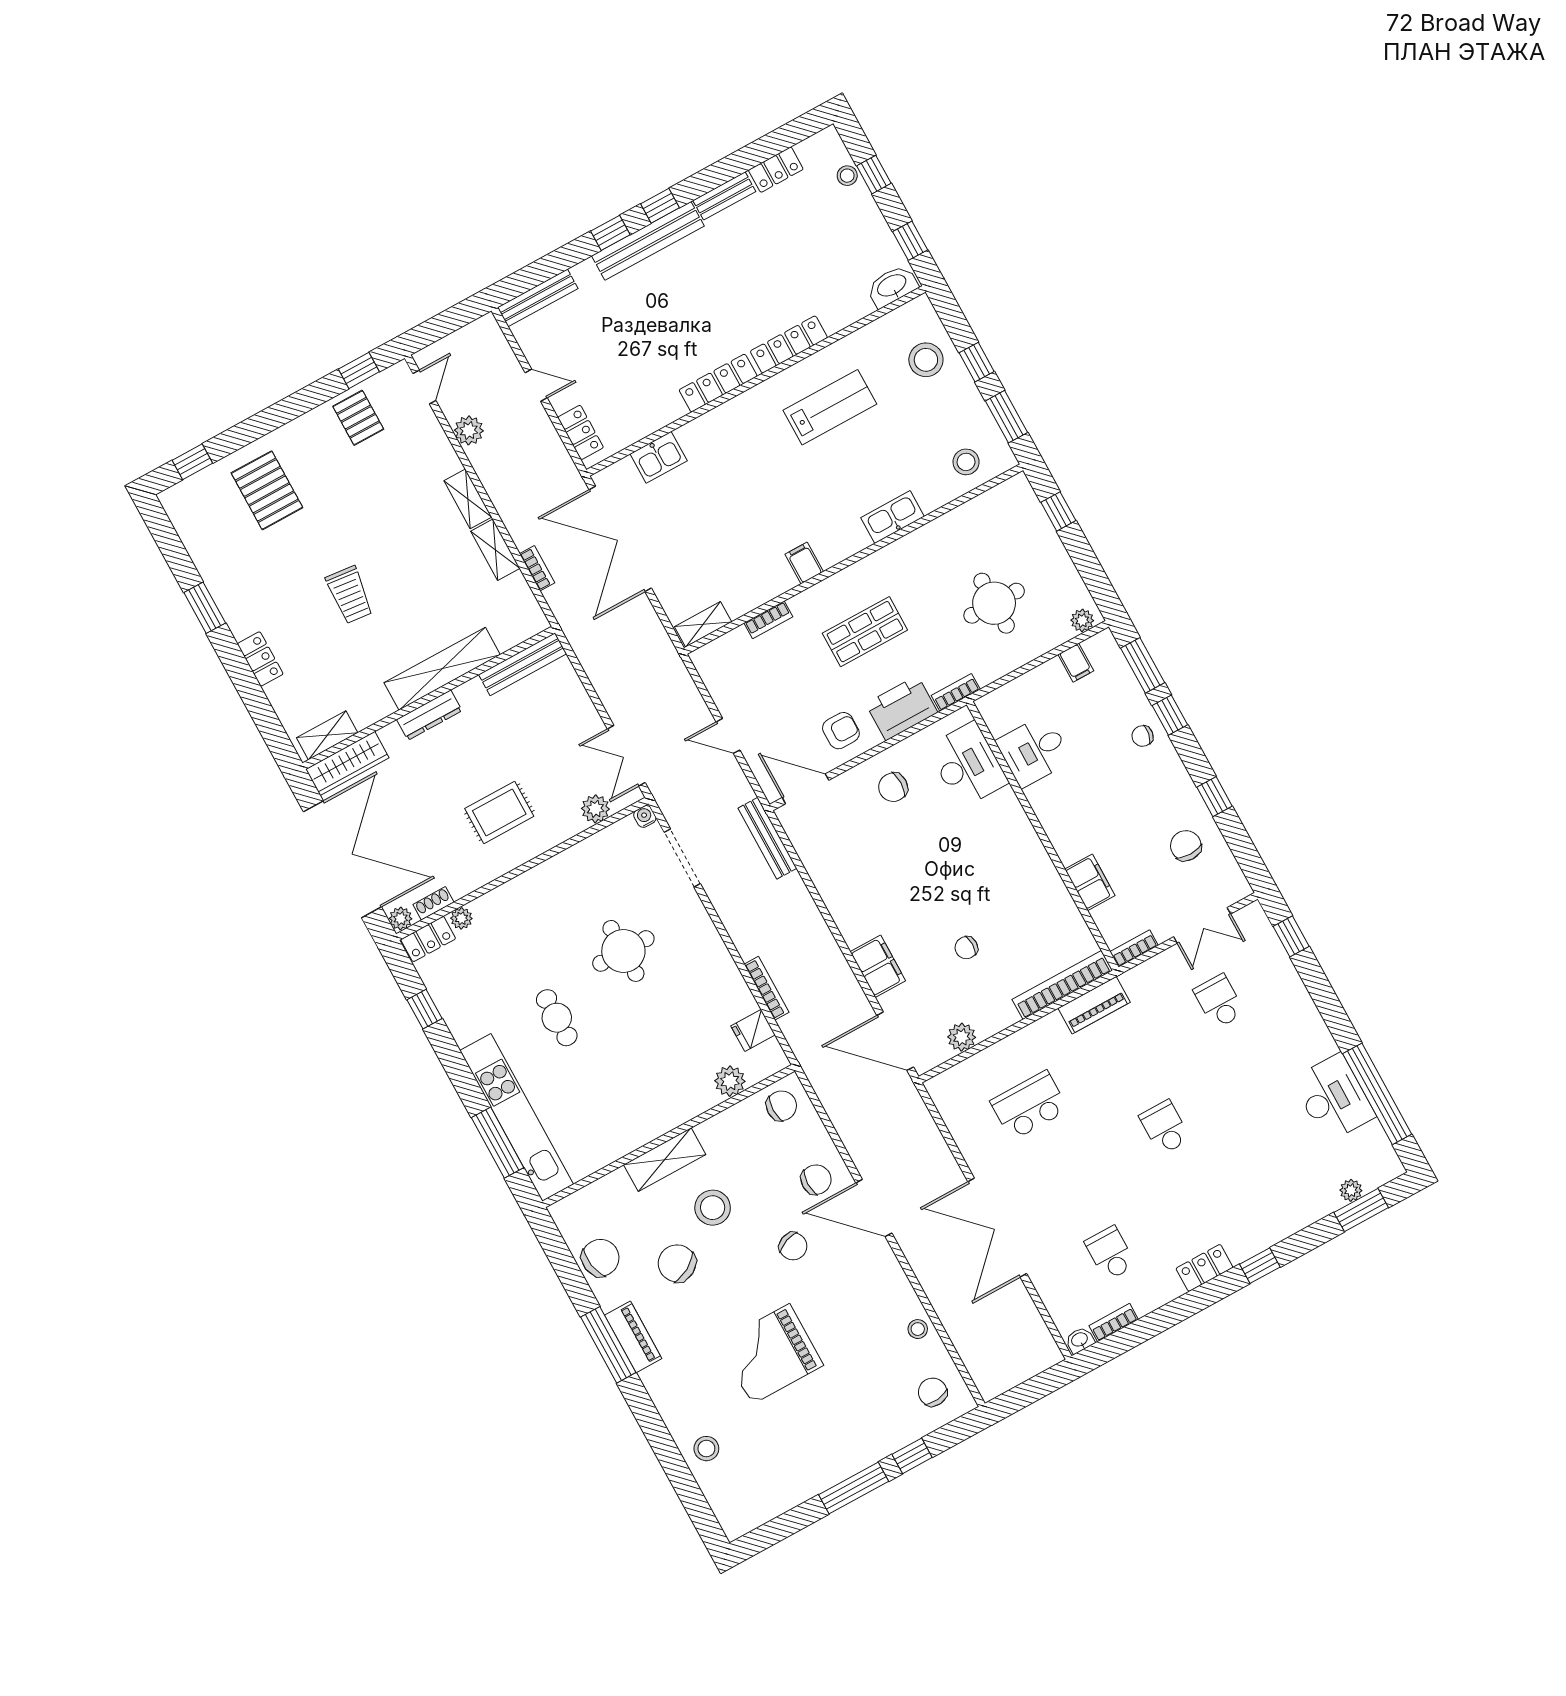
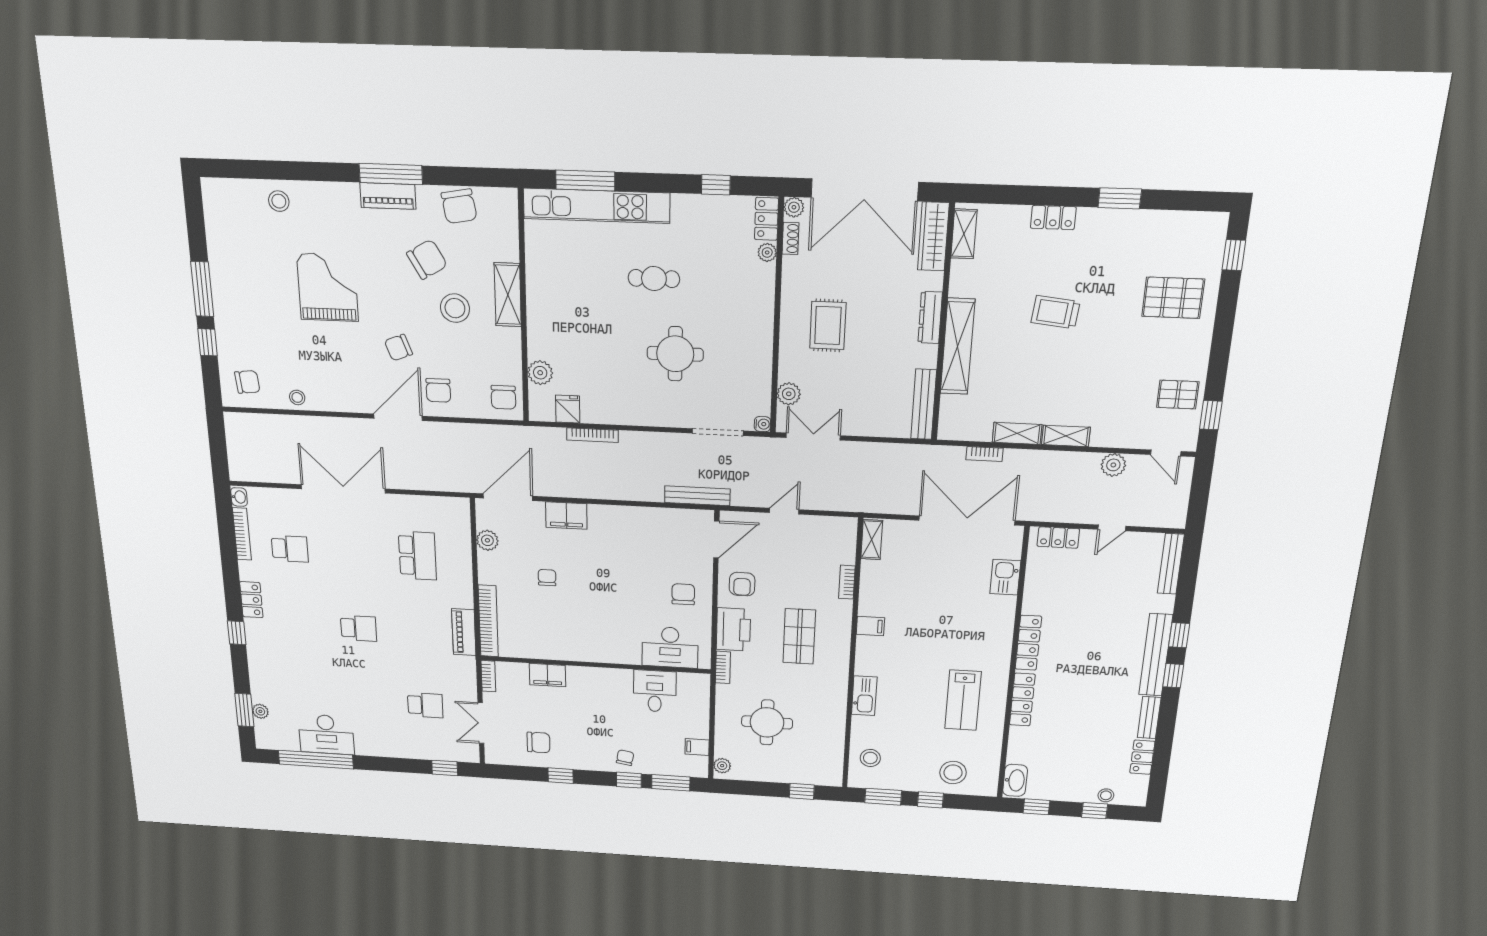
bookcase: (1114, 1323) -> (242, 534), width x1.56

